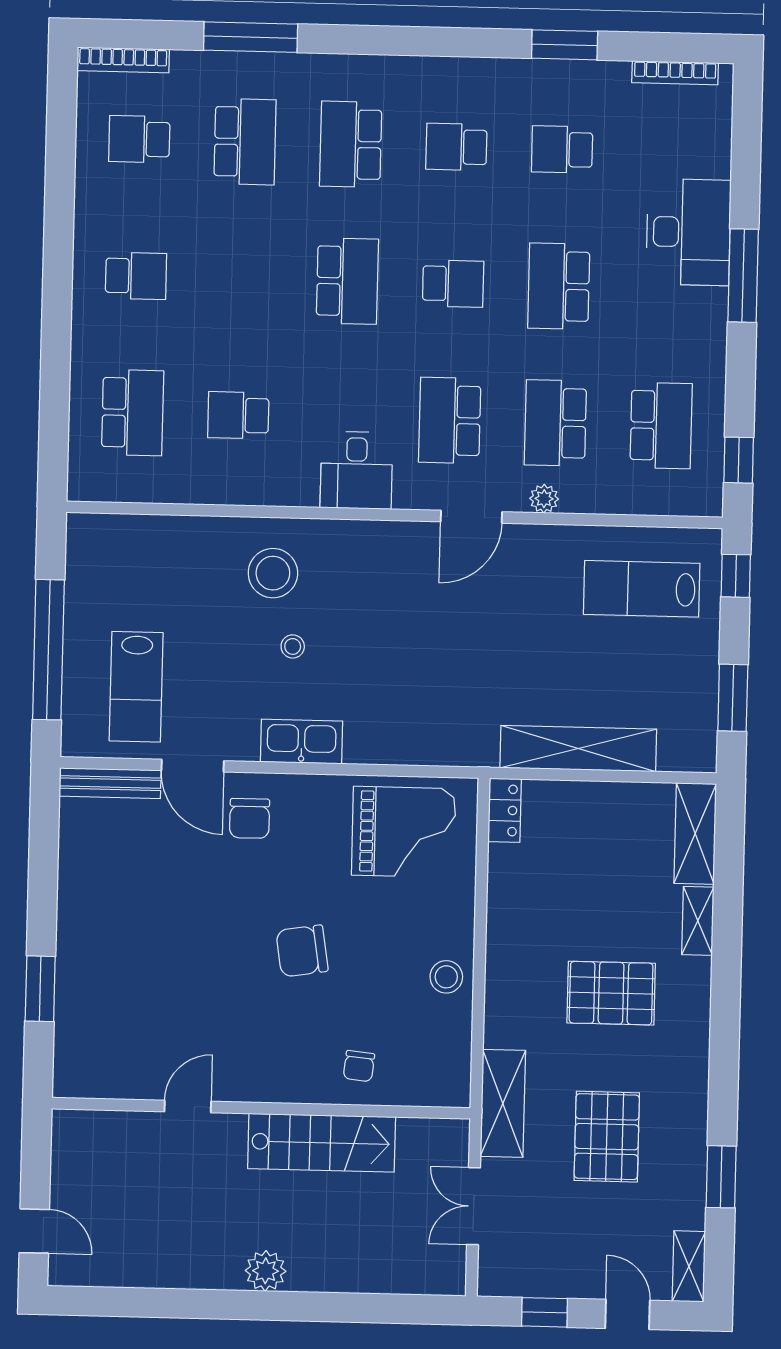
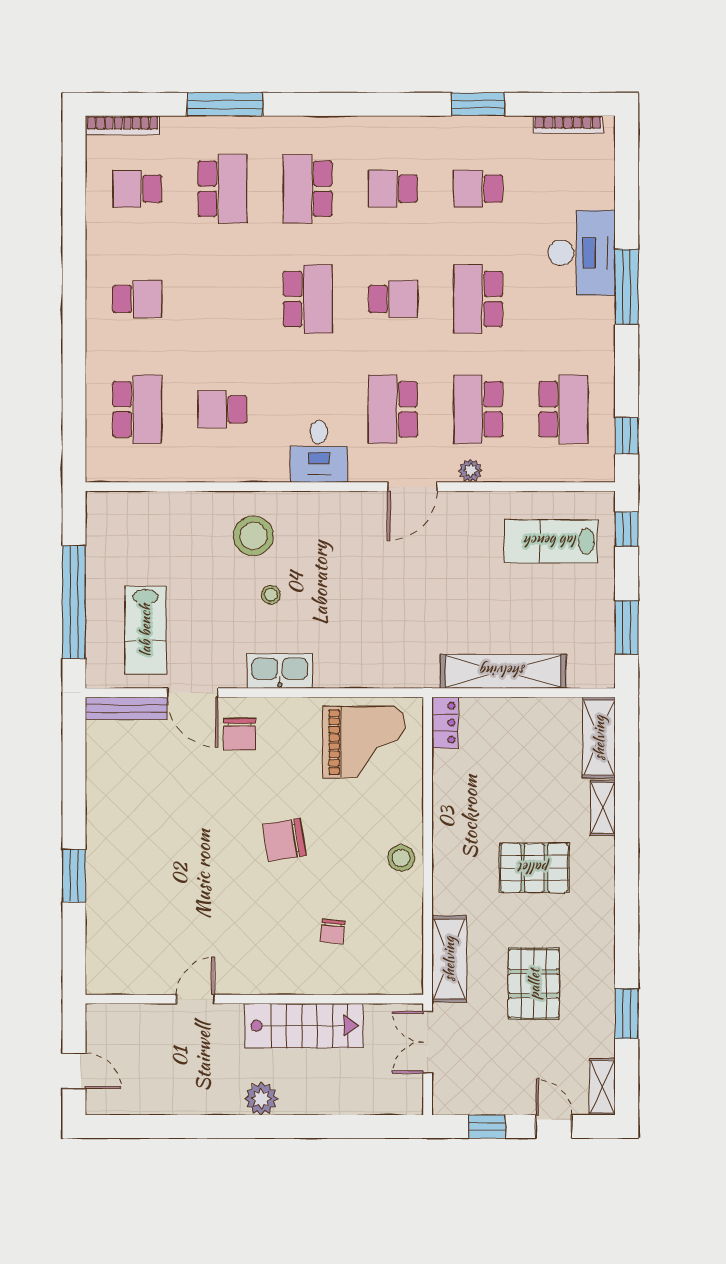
door: (188, 1106) -> (195, 999), moved
wall: (261, 1108) -> (254, 999), moved
stairs: (322, 1143) -> (304, 1026), moved

